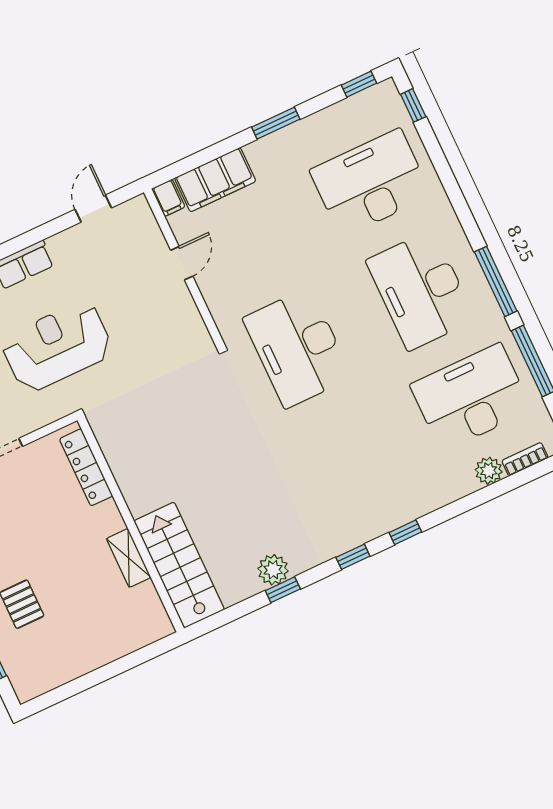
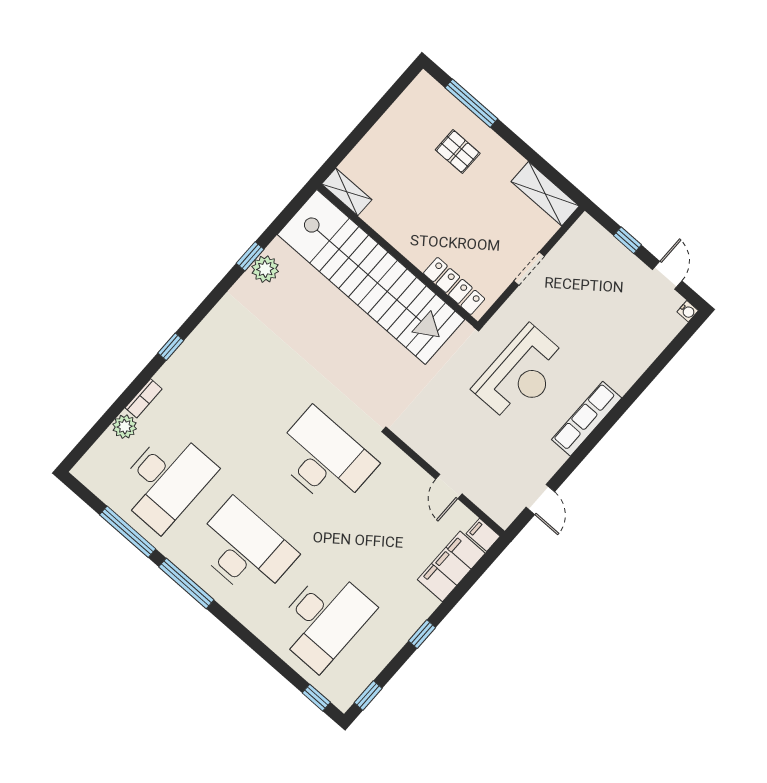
window: (276, 123) -> (422, 634), width x0.67
bookcase: (525, 459) -> (144, 398), moved
window: (353, 557) -> (205, 308), removed
shelving: (129, 558) -> (347, 192), moved
stairs: (179, 565) -> (371, 277), width x1.86, depth x1.51

